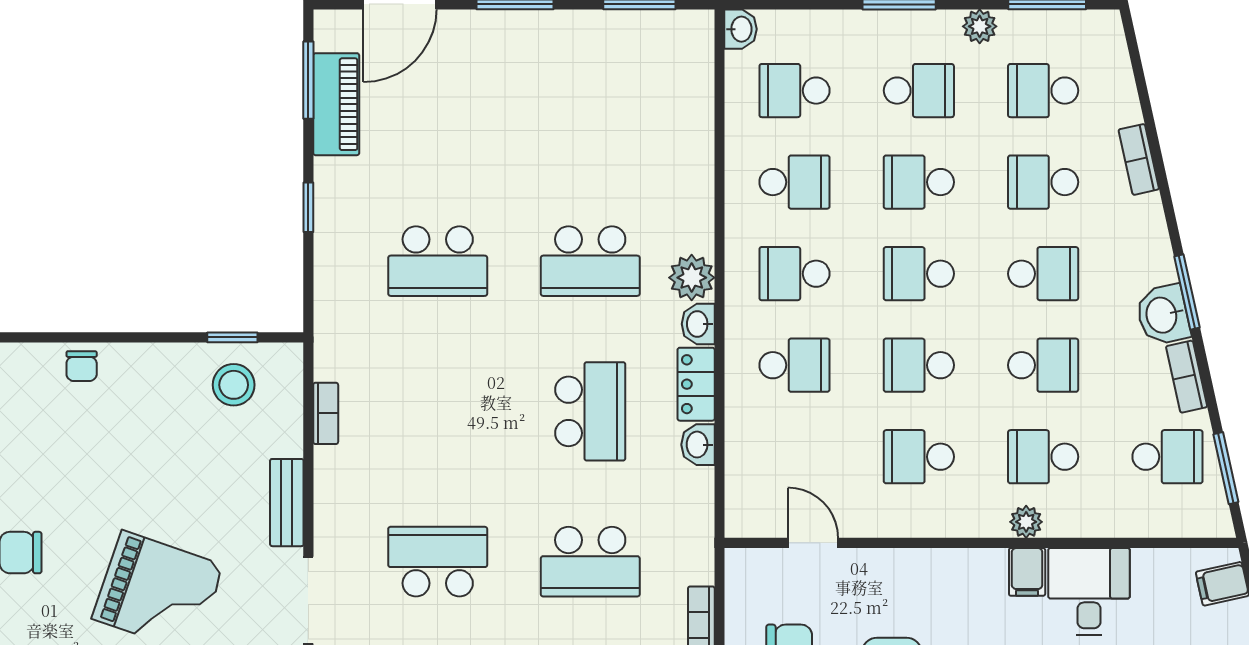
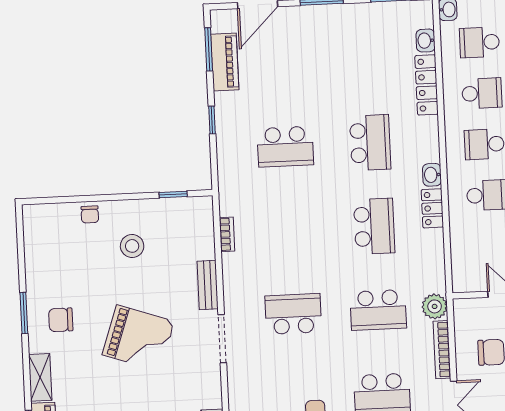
locker: (696, 162) -> (427, 85), added
school desk: (590, 261) -> (370, 143), turned -90
plant: (692, 278) -> (435, 306), moved
stool: (234, 385) -> (132, 246), moved
washbasin: (698, 445) -> (426, 41), moved

